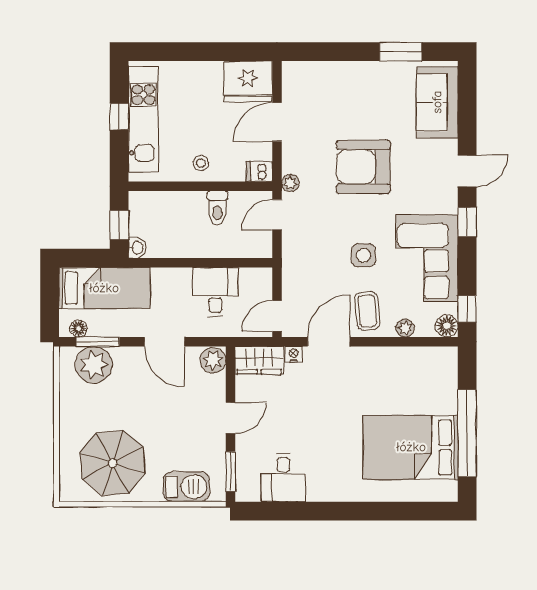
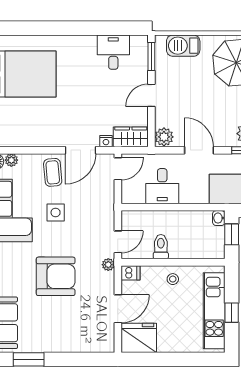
plant: (405, 328) -> (11, 160), moved

